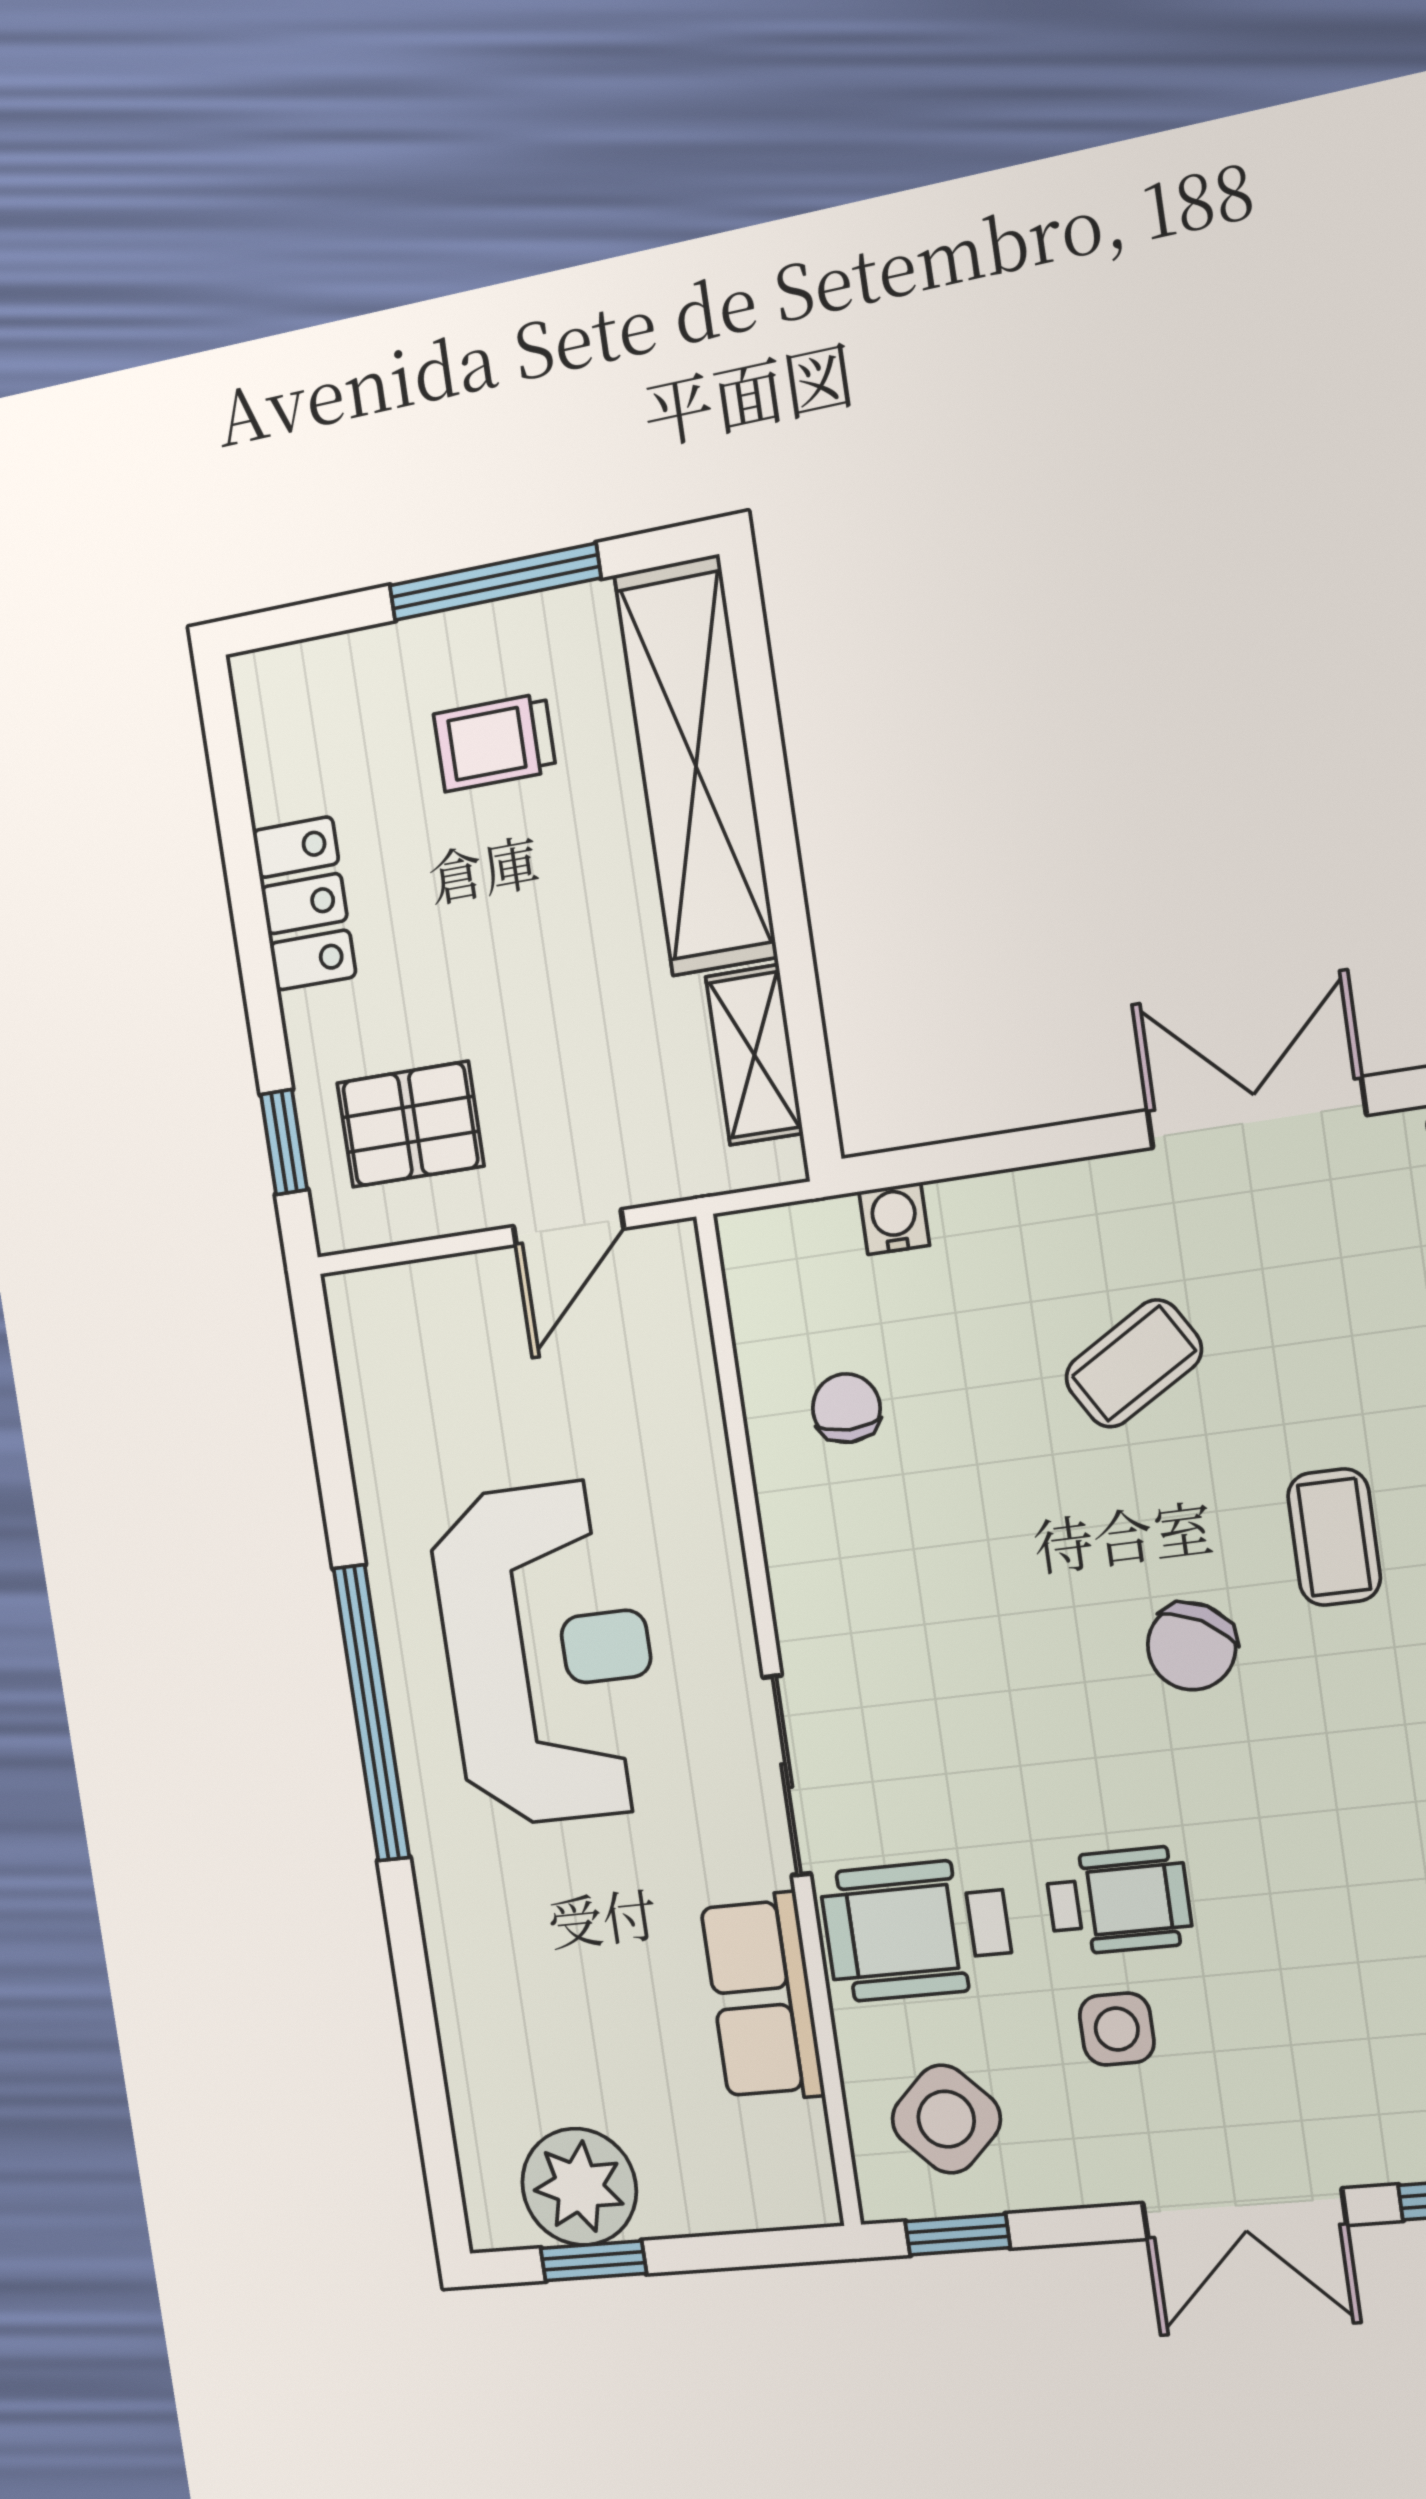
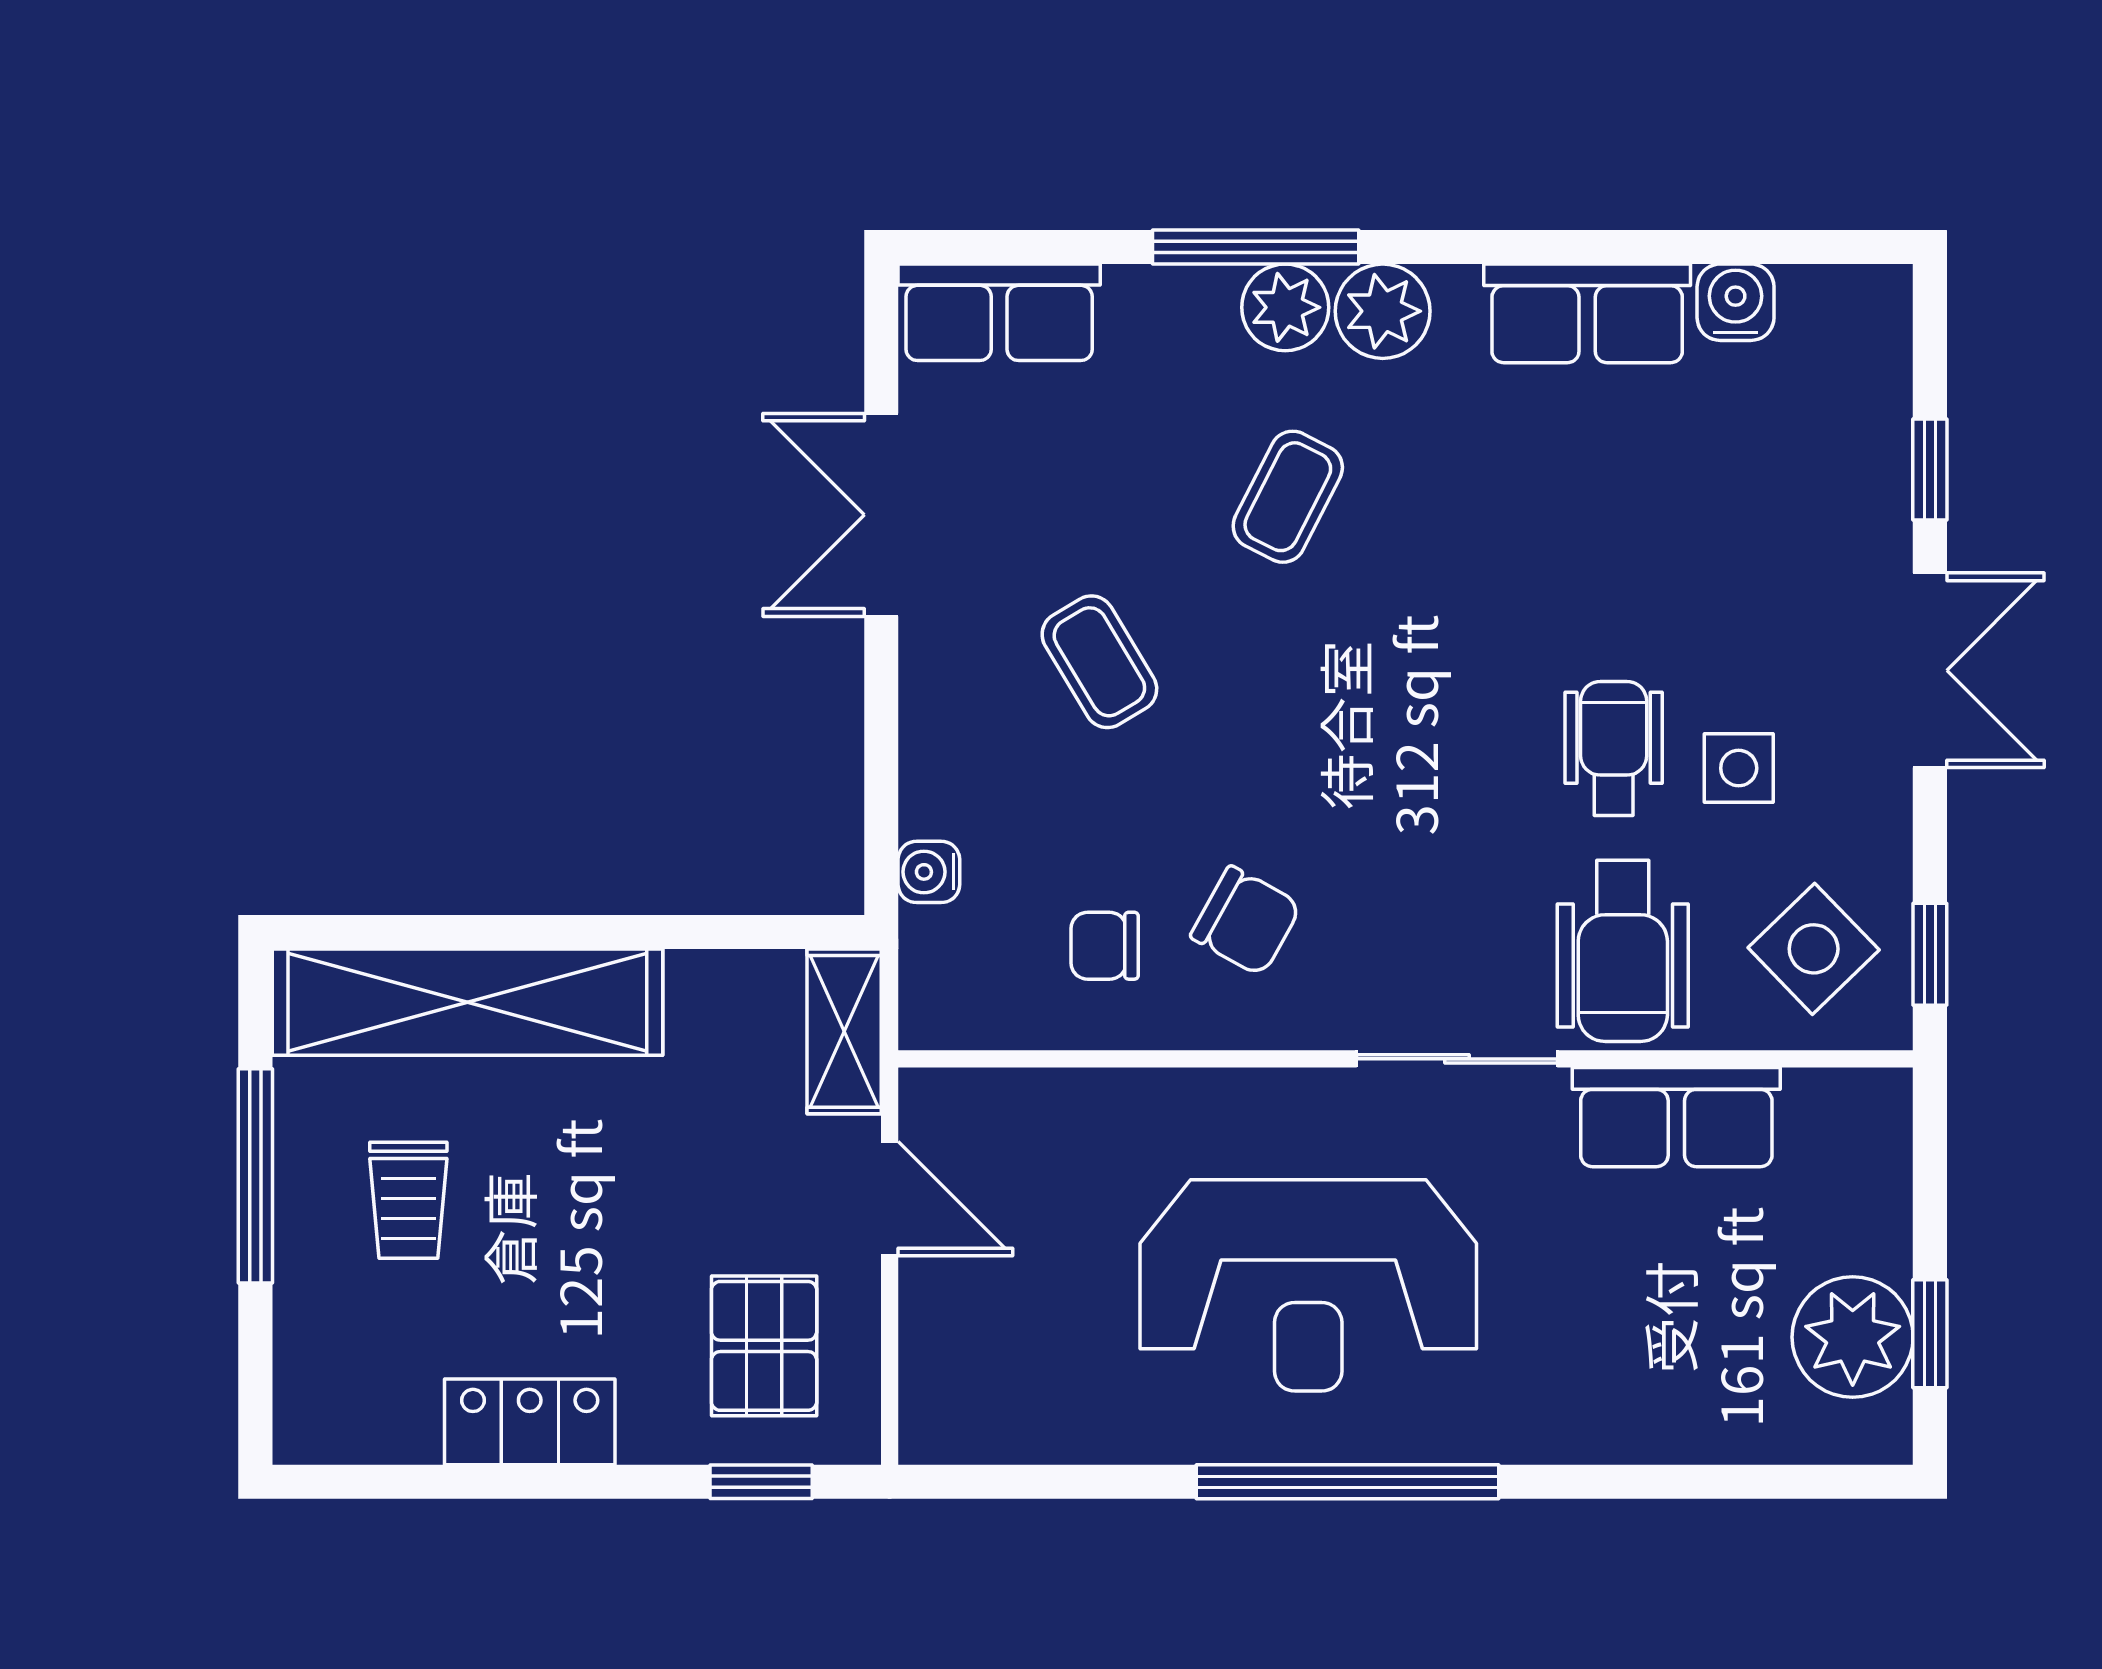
shelving: (754, 1055) -> (844, 1031), moved, turned 90
coffee table: (1334, 1537) -> (1288, 497), turned -63
chair: (1192, 1646) -> (1246, 921), moved
reception desk: (548, 1653) -> (1308, 1285), turned 180

